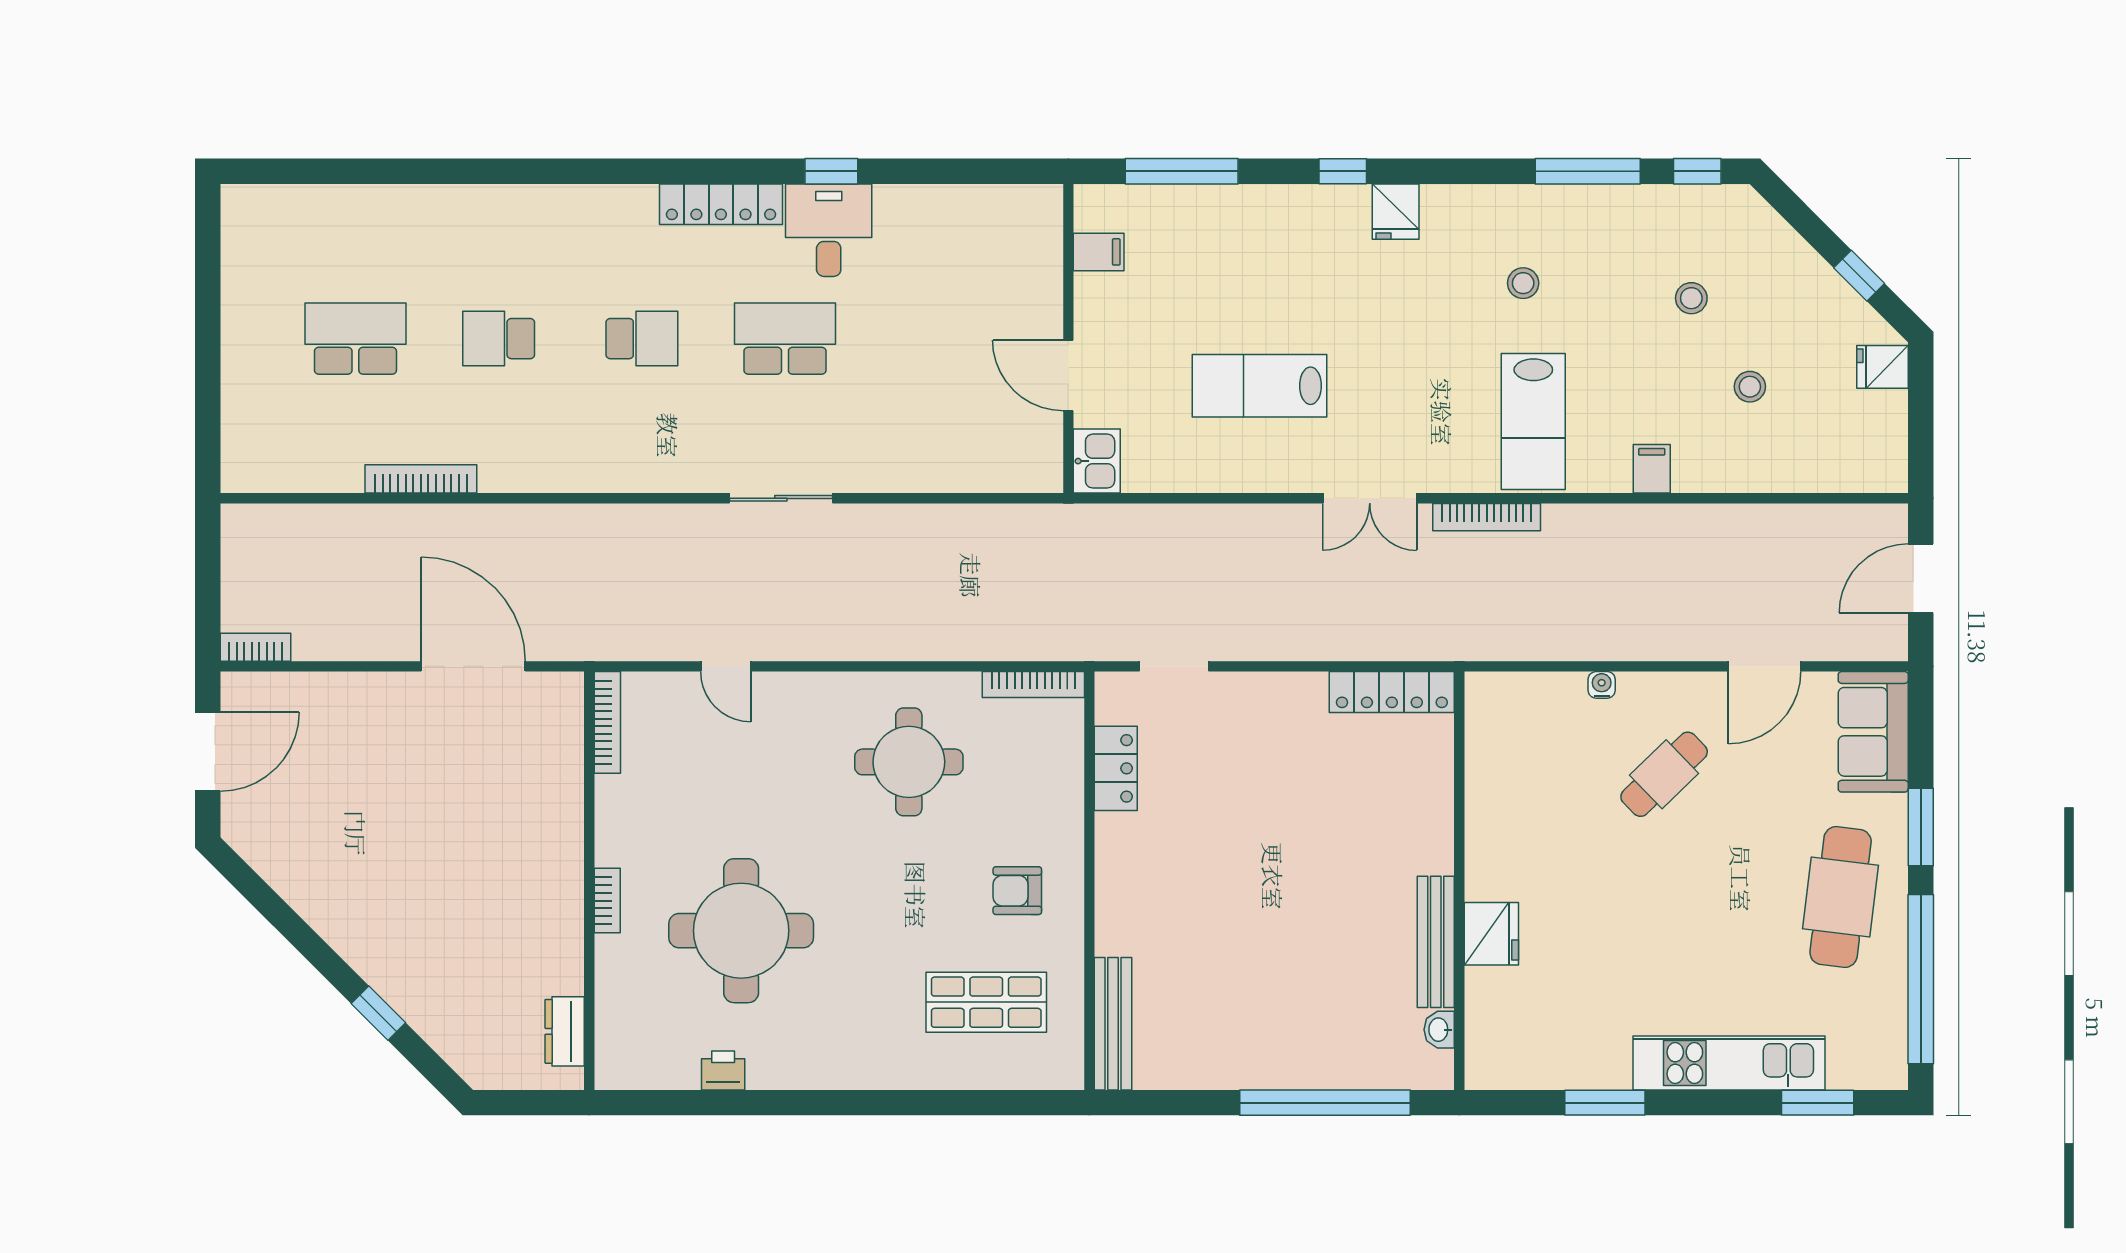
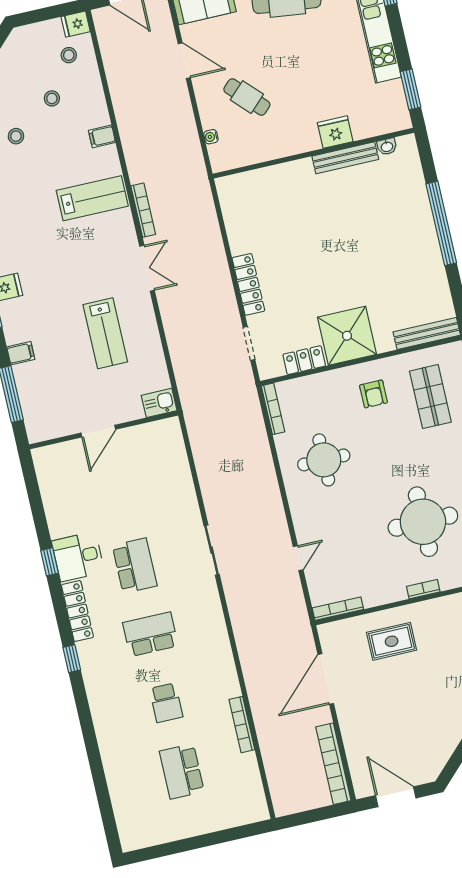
window: (629, 171) -> (72, 659), added
filing cabinet: (1099, 252) -> (21, 353), moved, turned 90
stool: (1523, 283) -> (69, 55), moved
school desk: (642, 339) -> (150, 634), width x1.85
school desk: (785, 339) -> (135, 566), turned 180
fridge: (1882, 367) -> (76, 24), moved, turned 90
door: (1068, 375) -> (98, 431), moved
bookcase: (255, 647) -> (333, 764), width x2.31, depth x1.31
locker: (1392, 692) -> (248, 284), moved
rug: (518, 814) -> (392, 641), added
shower: (1145, 864) -> (347, 336), added
wall: (1459, 881) -> (313, 153), moved
fridge: (1491, 934) -> (335, 132), moved
bench: (1436, 942) -> (345, 158), moved
washbasin: (1439, 1030) -> (387, 146), moved

